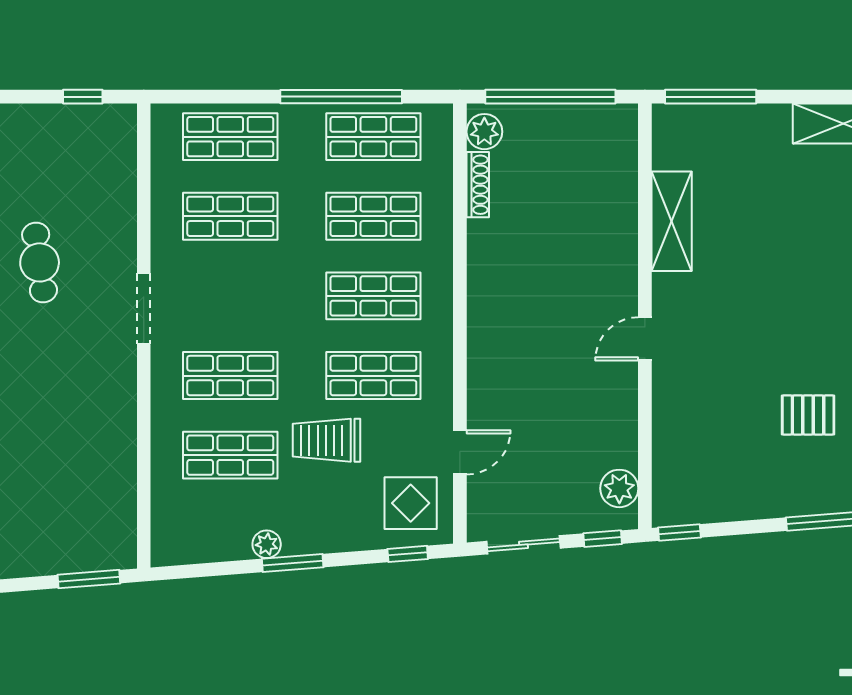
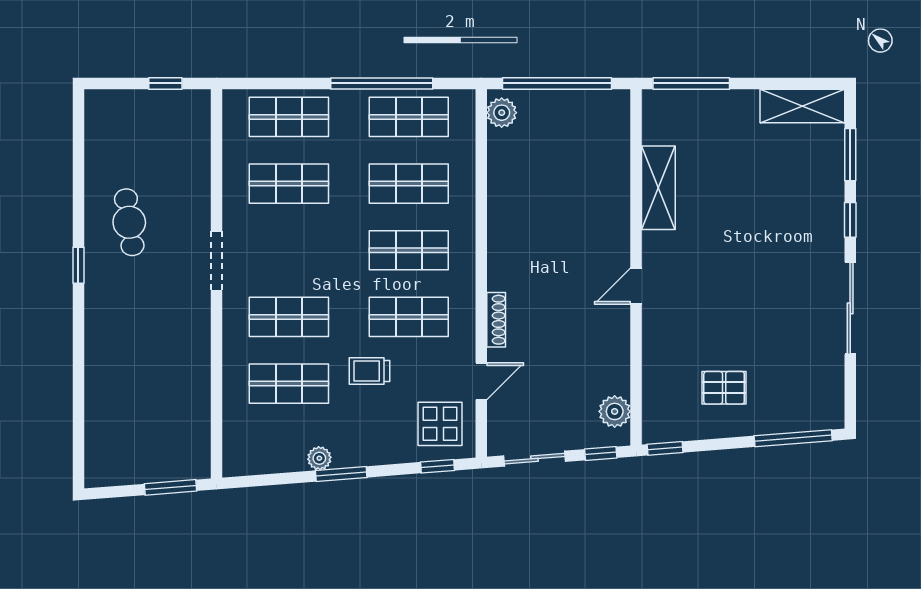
shoe rack: (478, 185) -> (496, 320), moved
pallet: (808, 415) -> (724, 388), moved
trolley: (326, 440) -> (369, 371), width x0.73, depth x0.72

